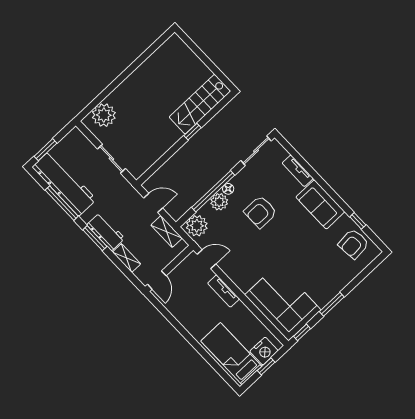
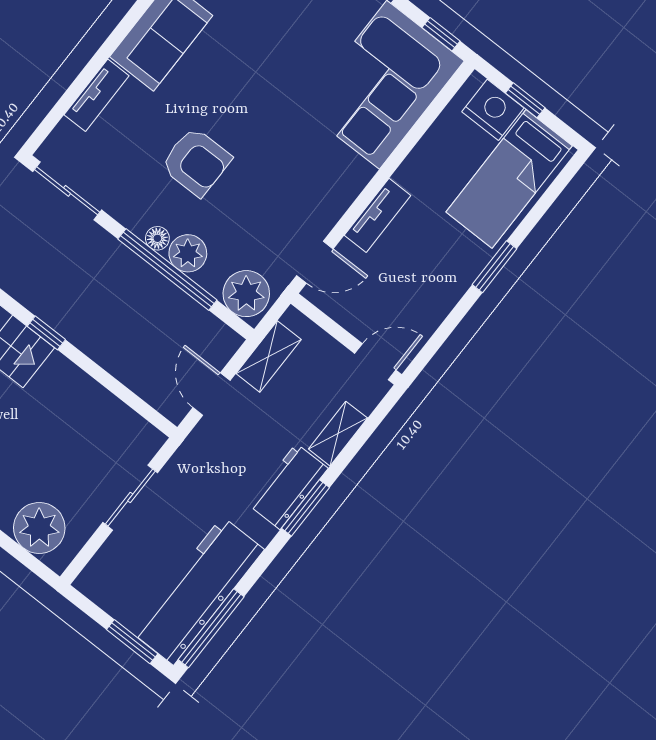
window: (62, 203) -> (211, 628), moved
door: (206, 259) -> (315, 262), swing flipped
window: (192, 341) -> (495, 267), added

